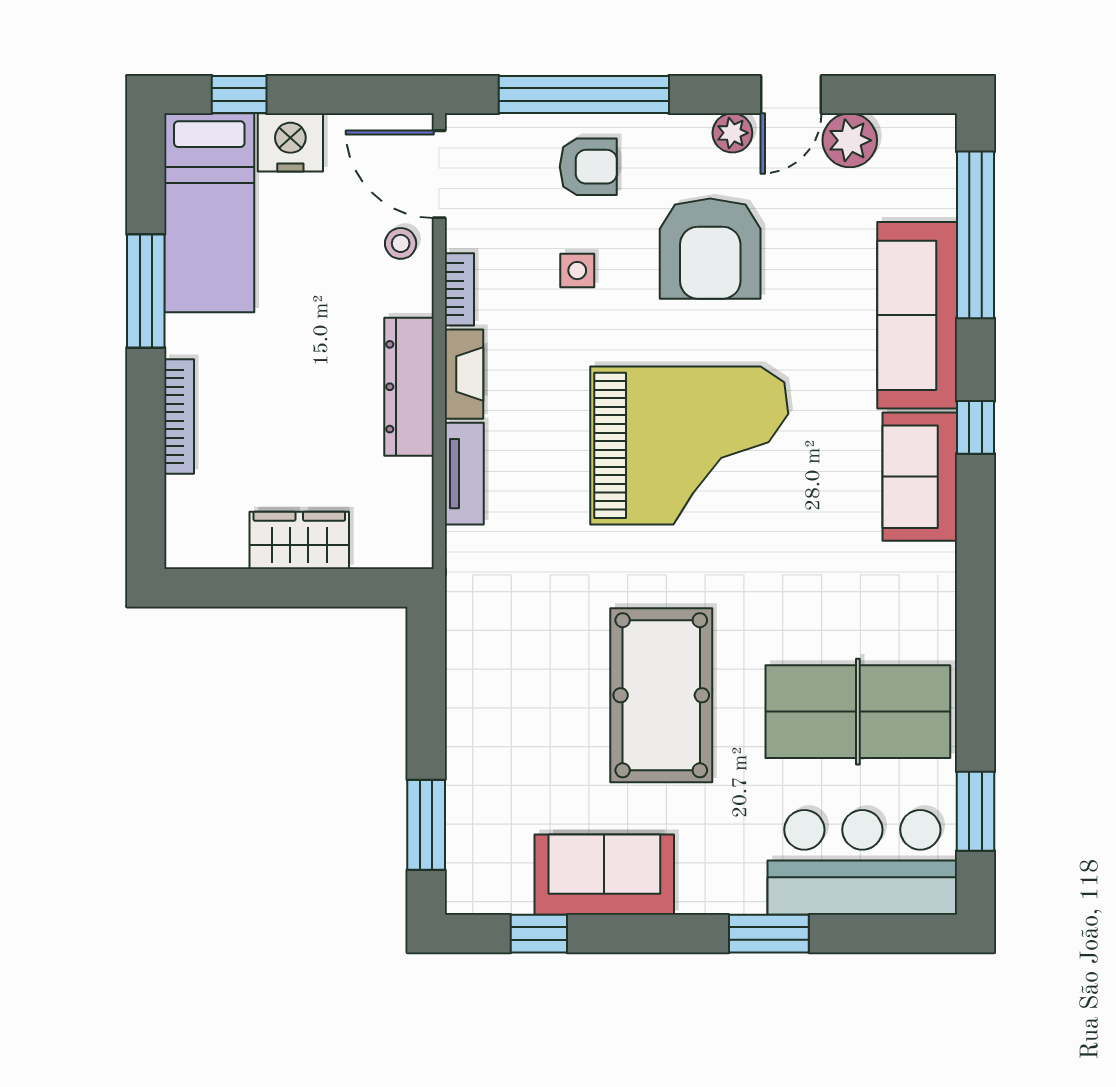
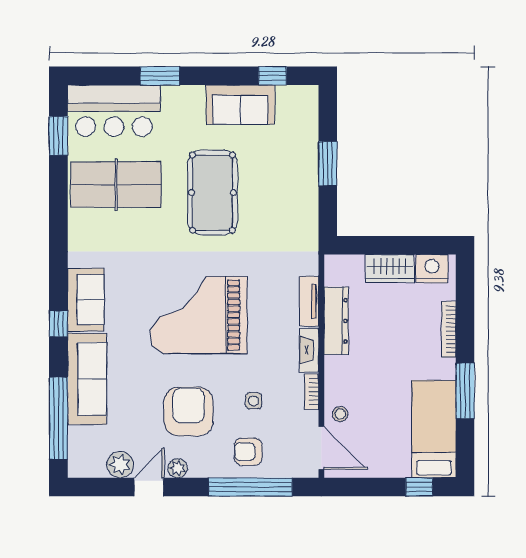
nightstand: (290, 142) -> (432, 269), moved, turned 180
dresser: (409, 387) -> (336, 321), moved
window: (426, 825) -> (328, 164), moved

